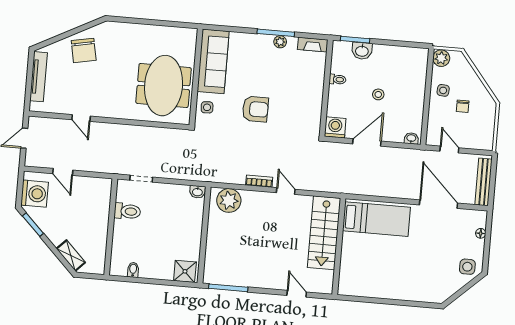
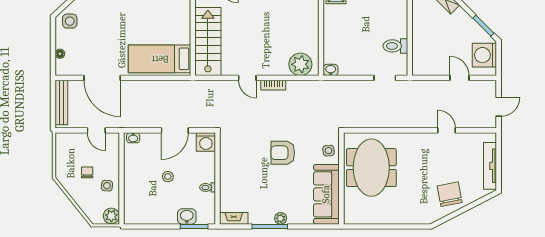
plant: (280, 42) -> (281, 218), moved

